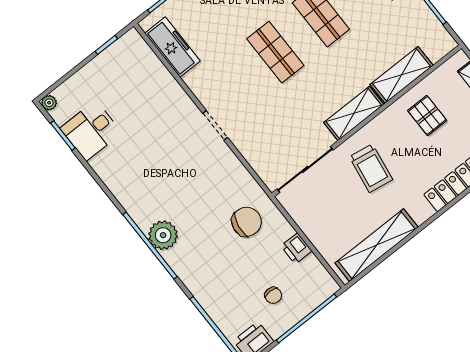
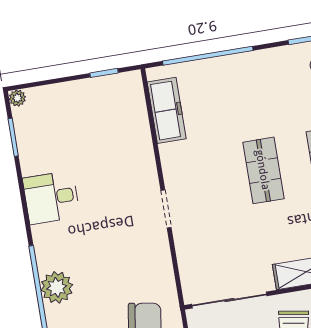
desk: (91, 130) -> (51, 197), moved

